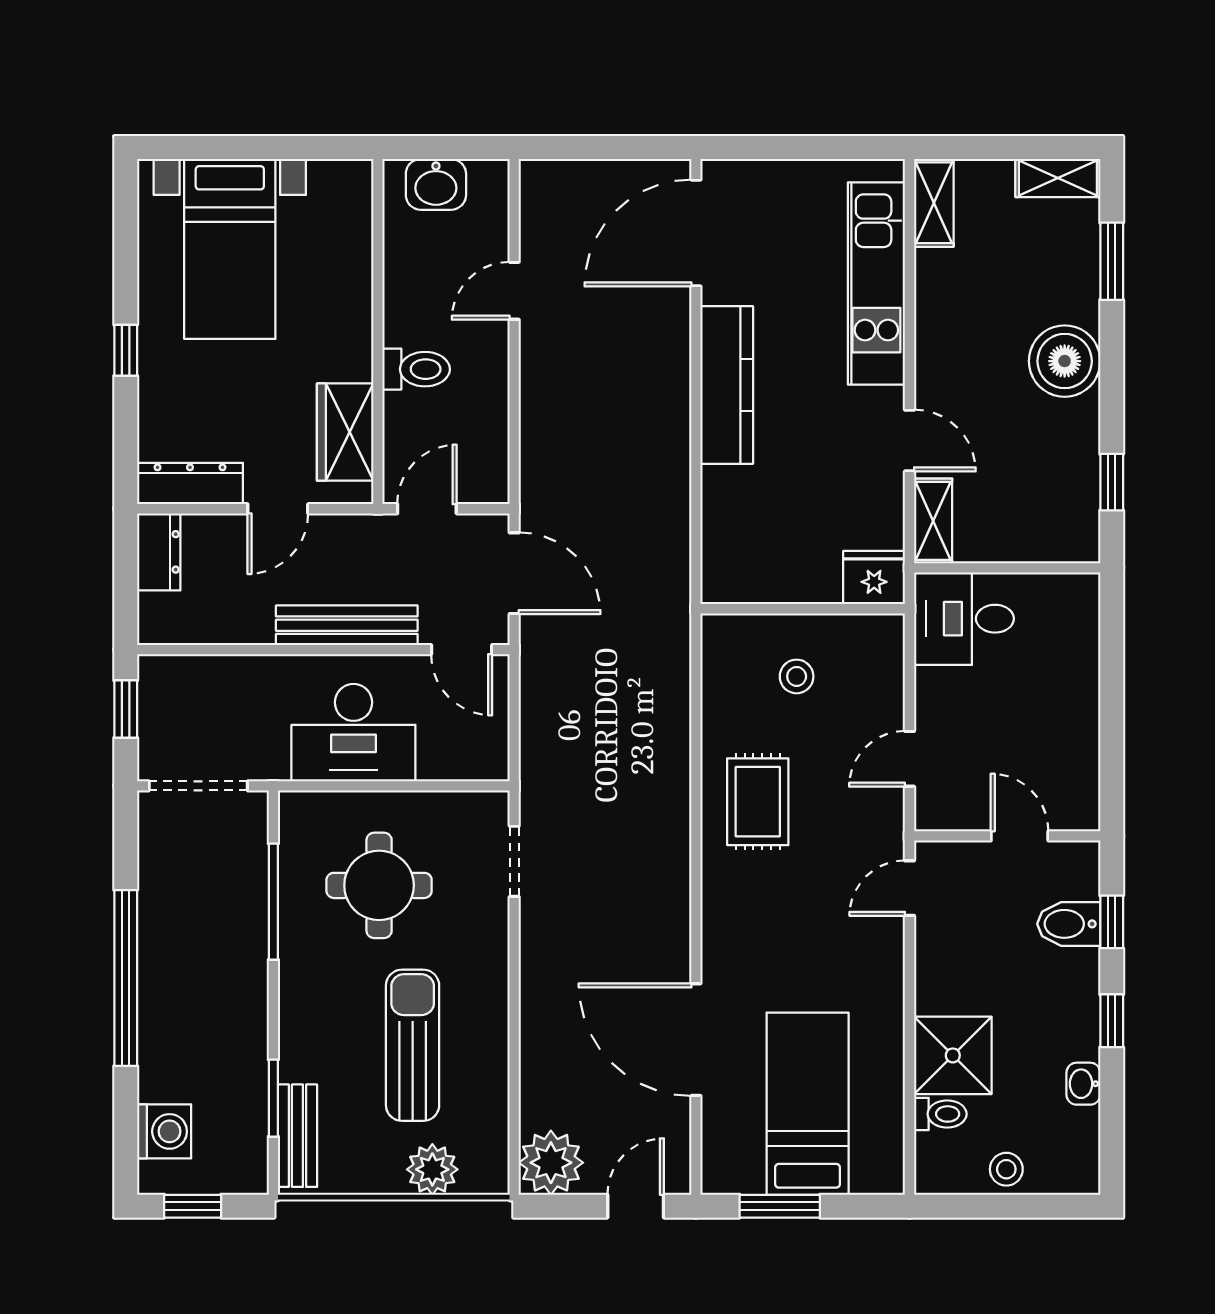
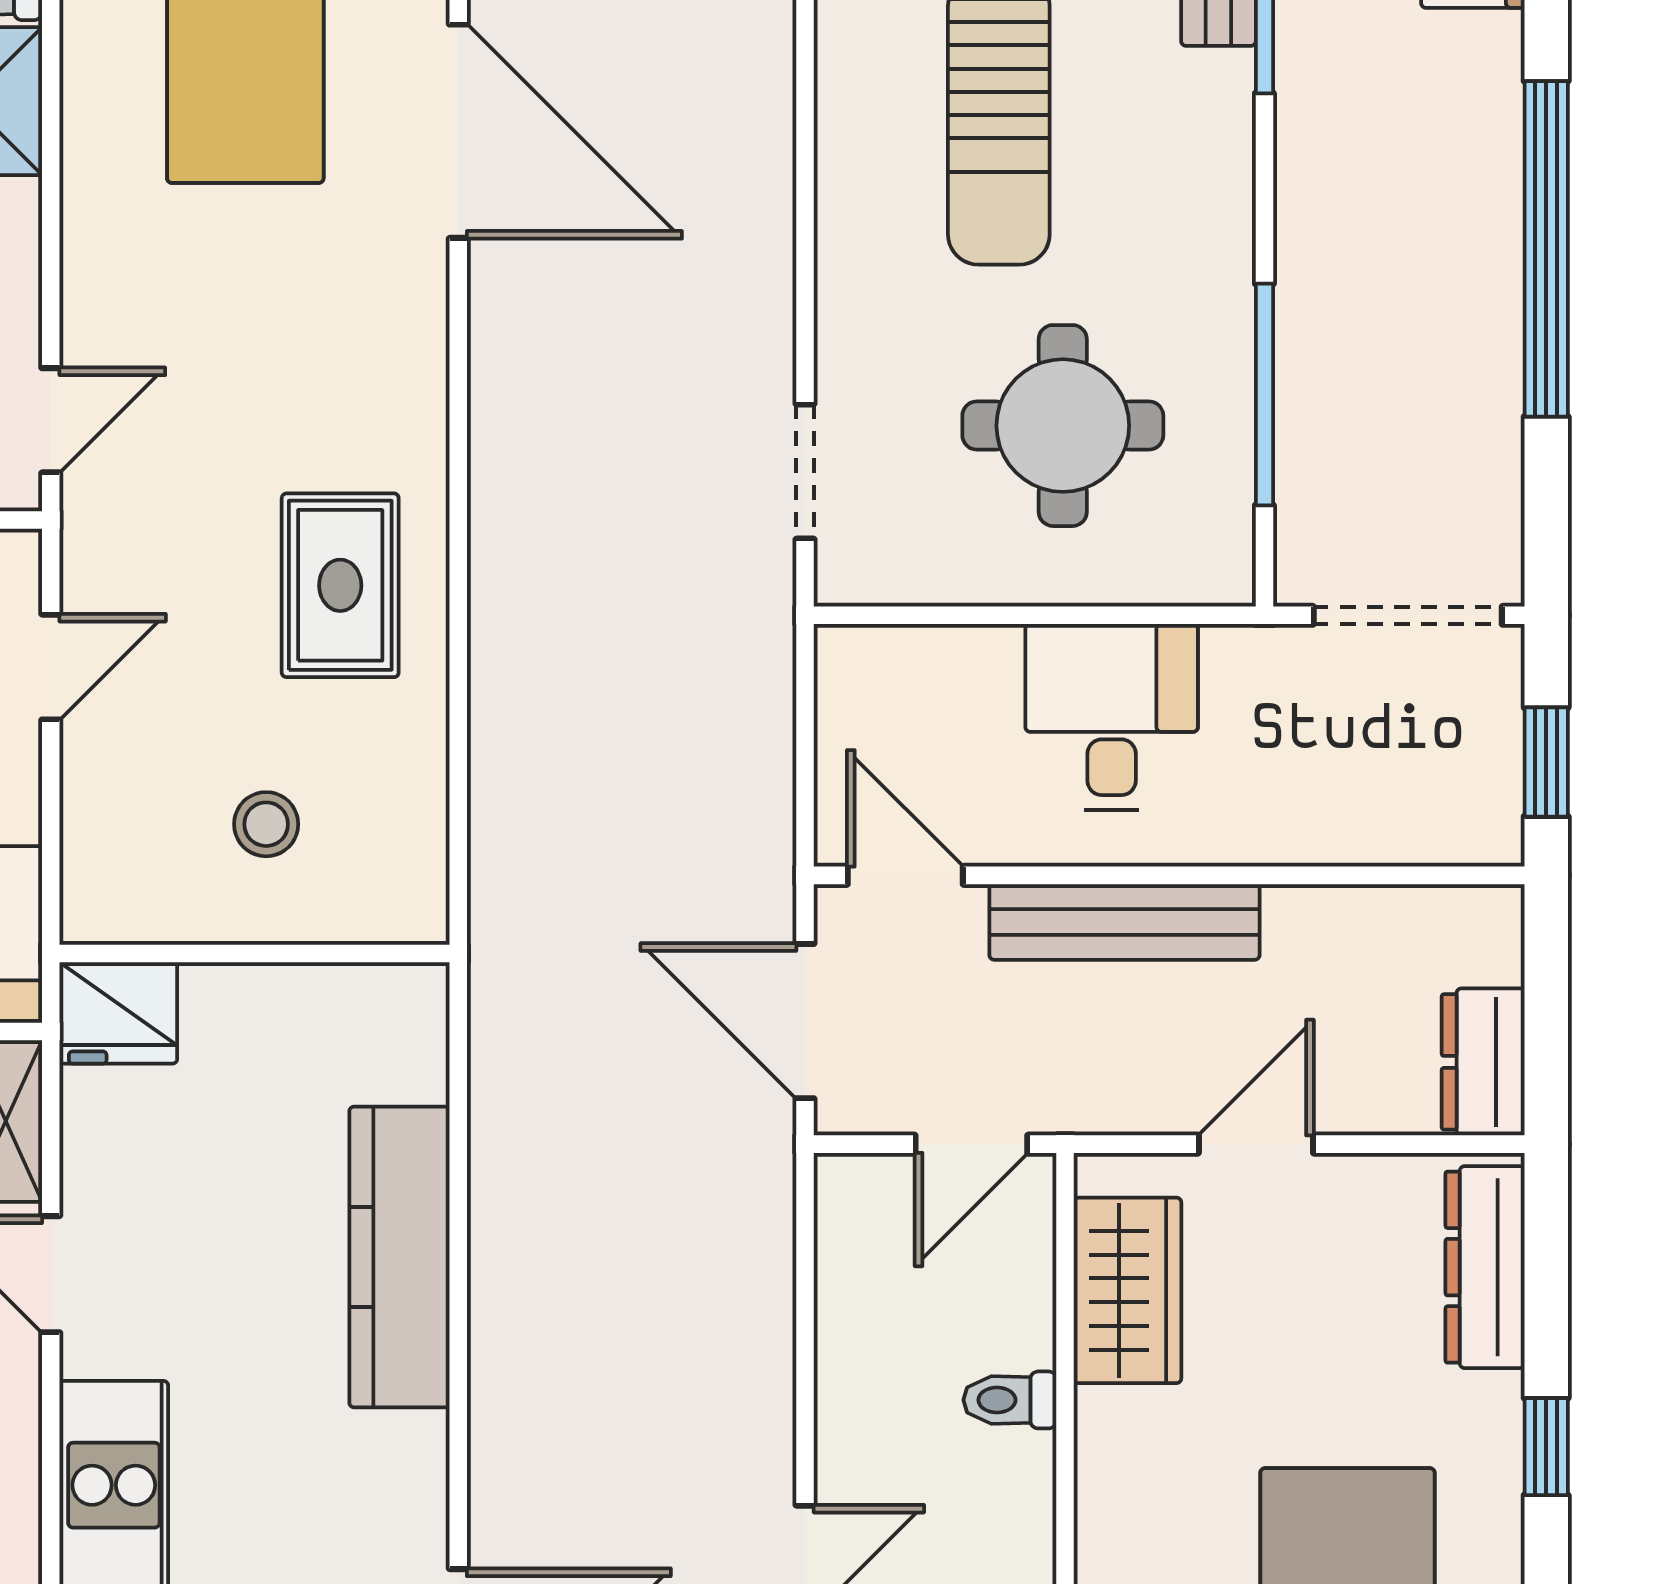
toilet: (416, 369) -> (1010, 1400), width x0.73, depth x0.72
kitchen counter: (727, 385) -> (399, 1257), moved
dresser: (190, 483) -> (1485, 1267), moved, turned 90
desk: (353, 733) -> (1112, 717), width x0.73

